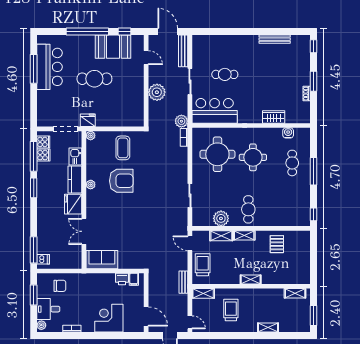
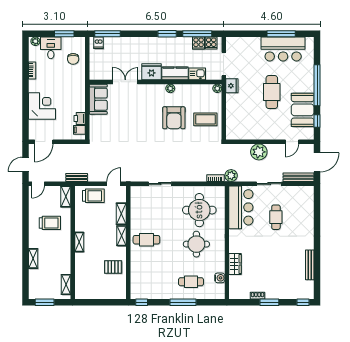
plant: (221, 218) -> (138, 213), removed

